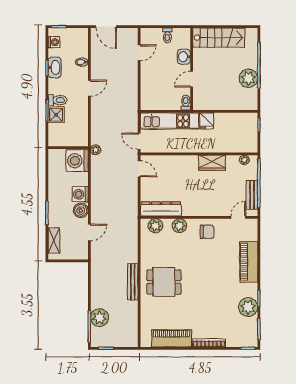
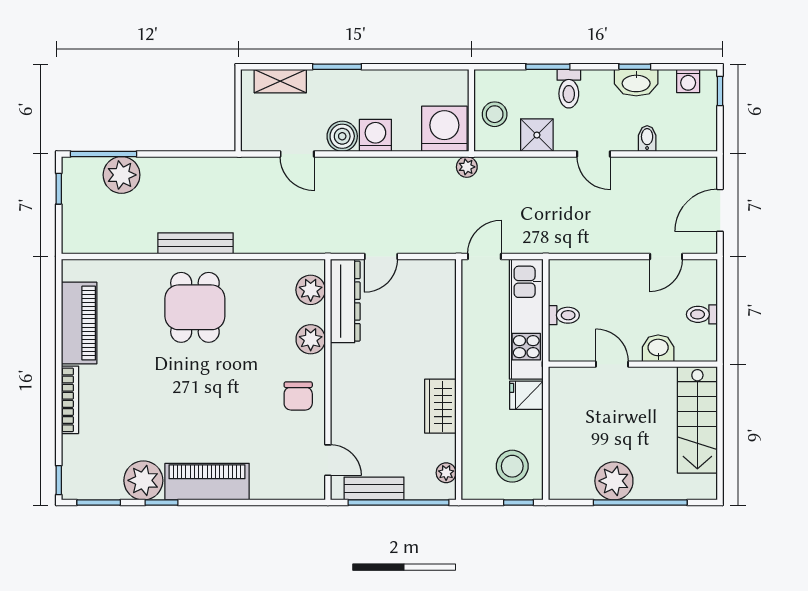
door: (106, 27) -> (720, 210), moved
door: (139, 53) -> (666, 256), hinge flipped
toilet: (186, 103) -> (564, 315), moved
shower: (56, 115) -> (537, 135), moved
stool: (241, 128) -> (512, 466), added
stool: (70, 136) -> (495, 114), added
door: (139, 169) -> (381, 256), moved
piano: (249, 262) -> (207, 482), moved

